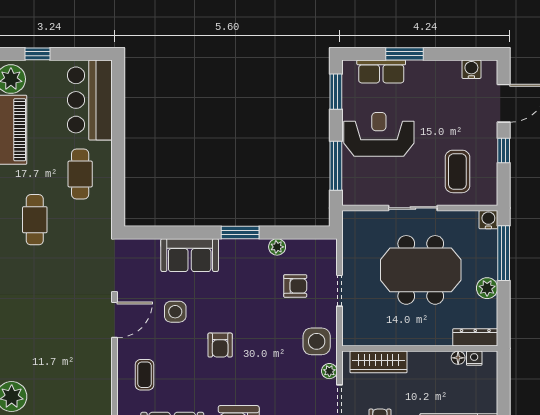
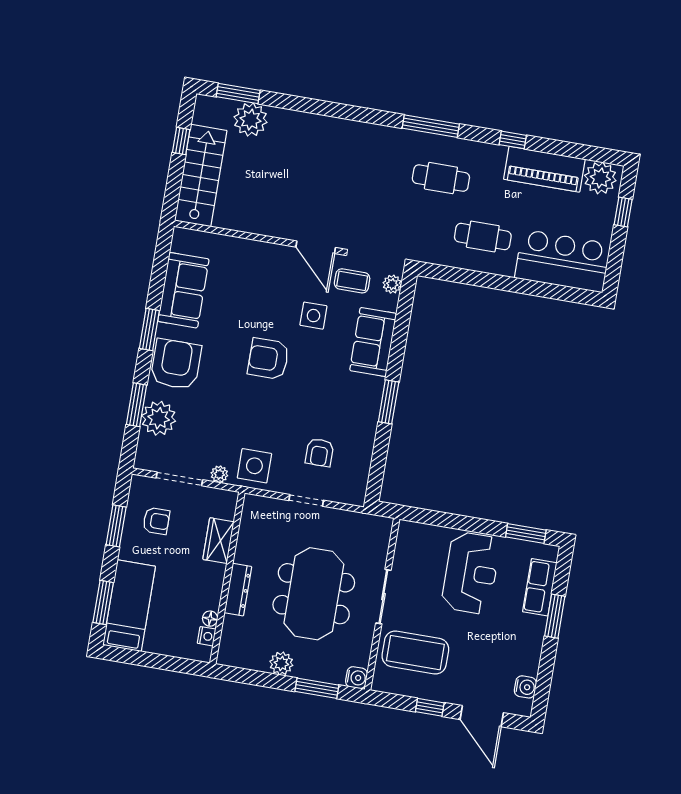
window: (336, 166) -> (444, 520), removed
coffee table: (457, 171) -> (415, 653), width x1.36, depth x1.32
plant: (277, 247) -> (392, 284), moved
window: (504, 253) -> (317, 688), width x0.69
dresser: (475, 337) -> (238, 590), moved
armchair: (220, 345) -> (268, 359), width x1.38, depth x1.38
wardrobe: (379, 362) -> (218, 541), width x0.67
coffee table: (145, 375) -> (352, 281), moved

